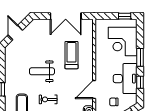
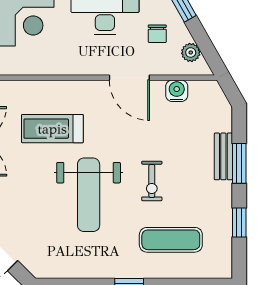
weight bench: (42, 71) -> (89, 195), width x1.36, depth x1.33

